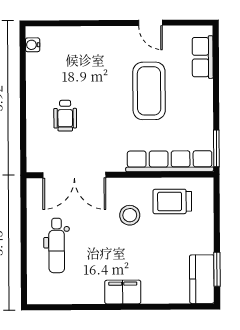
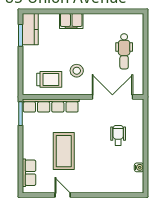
water cooler: (33, 45) -> (139, 167), moved
dental chair: (57, 245) -> (124, 51), turned 180
filing cabinet: (123, 292) -> (71, 21), moved

